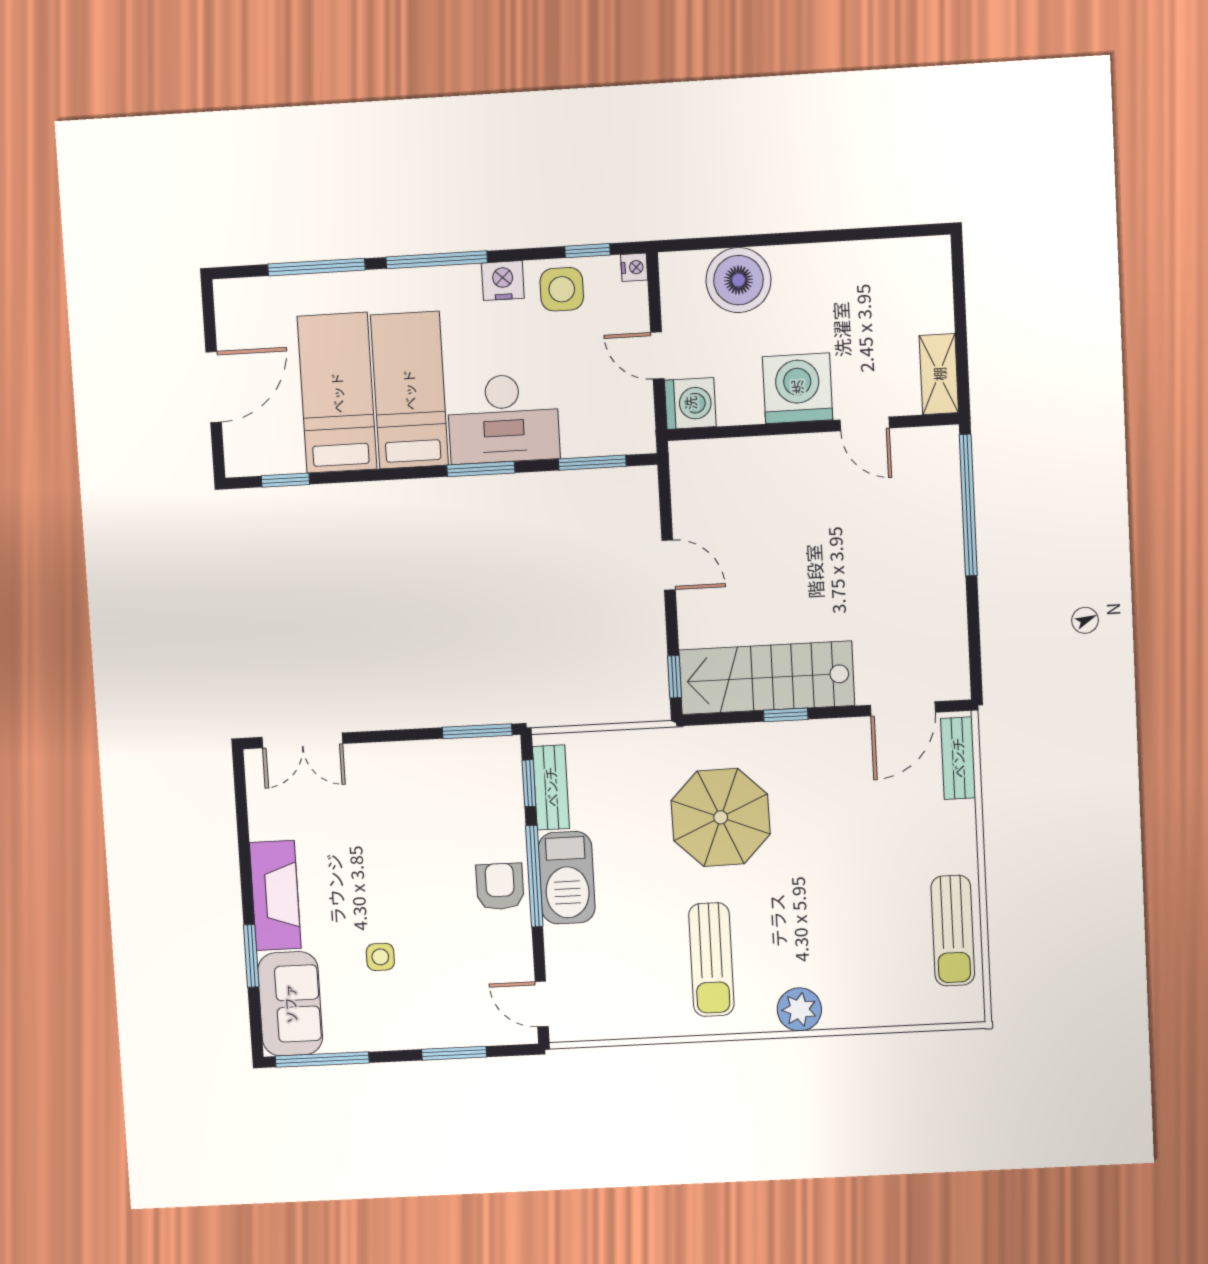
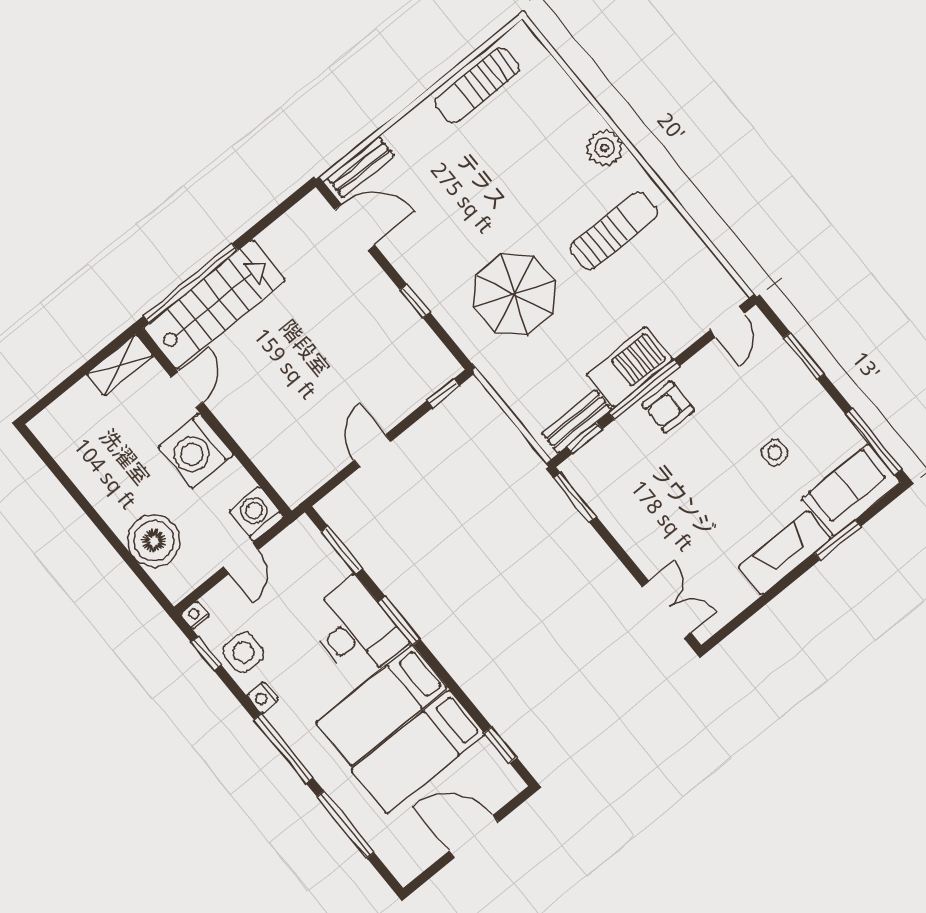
nightstand: (503, 281) -> (263, 698), width x0.72, depth x0.74
stairs: (767, 678) -> (214, 304), moved, turned -90
sun lounger: (953, 931) -> (477, 86), turned 180

